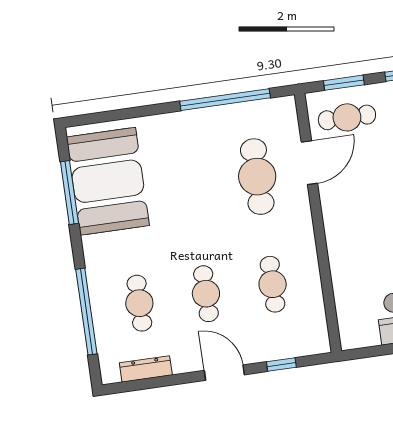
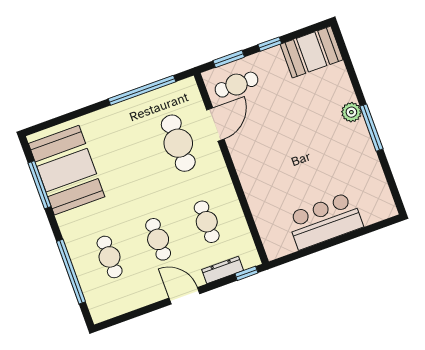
window: (281, 365) -> (246, 273), moved
dresser: (146, 369) -> (223, 270), moved

